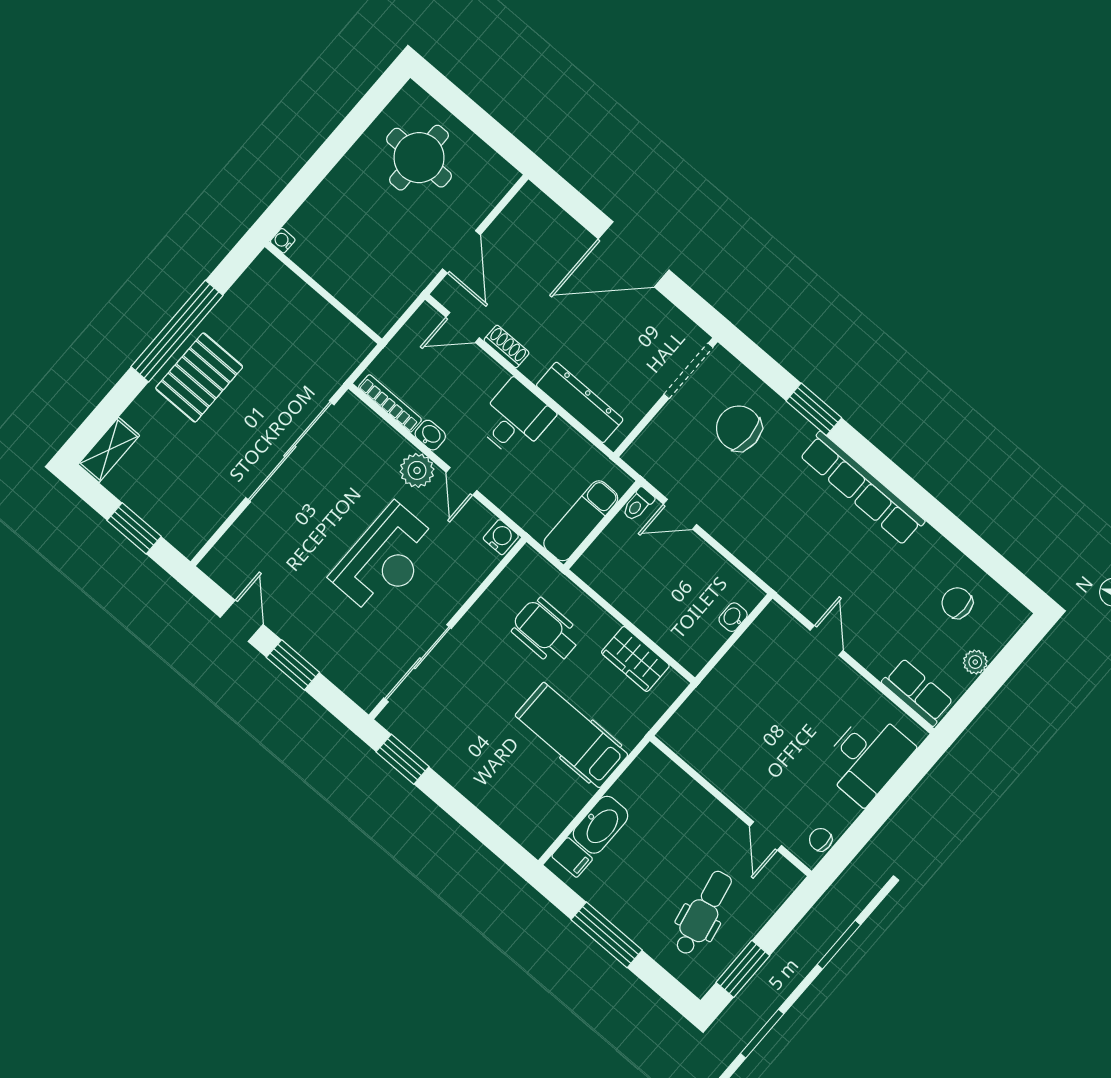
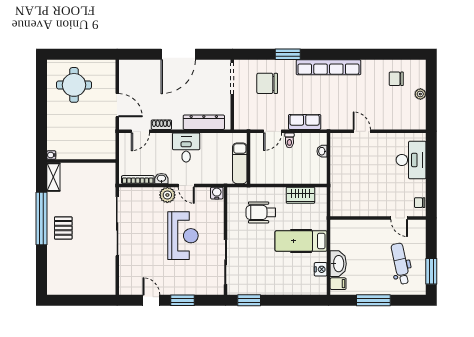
pallet: (199, 378) -> (63, 228), width x0.67, depth x0.71
shelving: (109, 450) -> (53, 177), moved
toilet: (638, 504) -> (289, 140), moved
window: (134, 528) -> (86, 300), removed
row of seats: (918, 692) -> (305, 122), moved
nightstand: (564, 809) -> (321, 269), added

